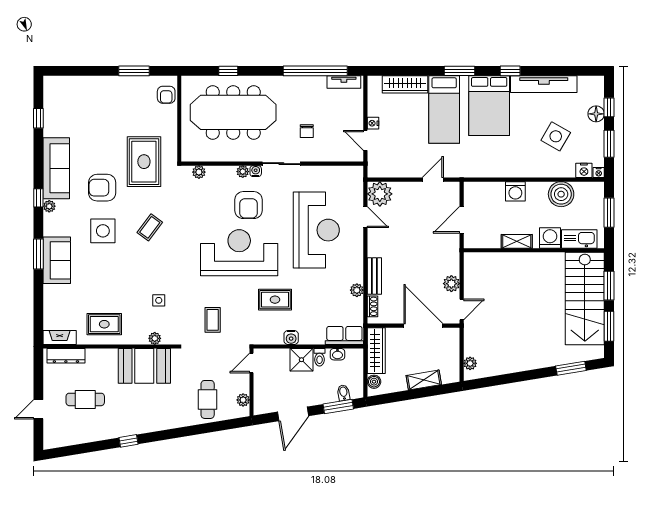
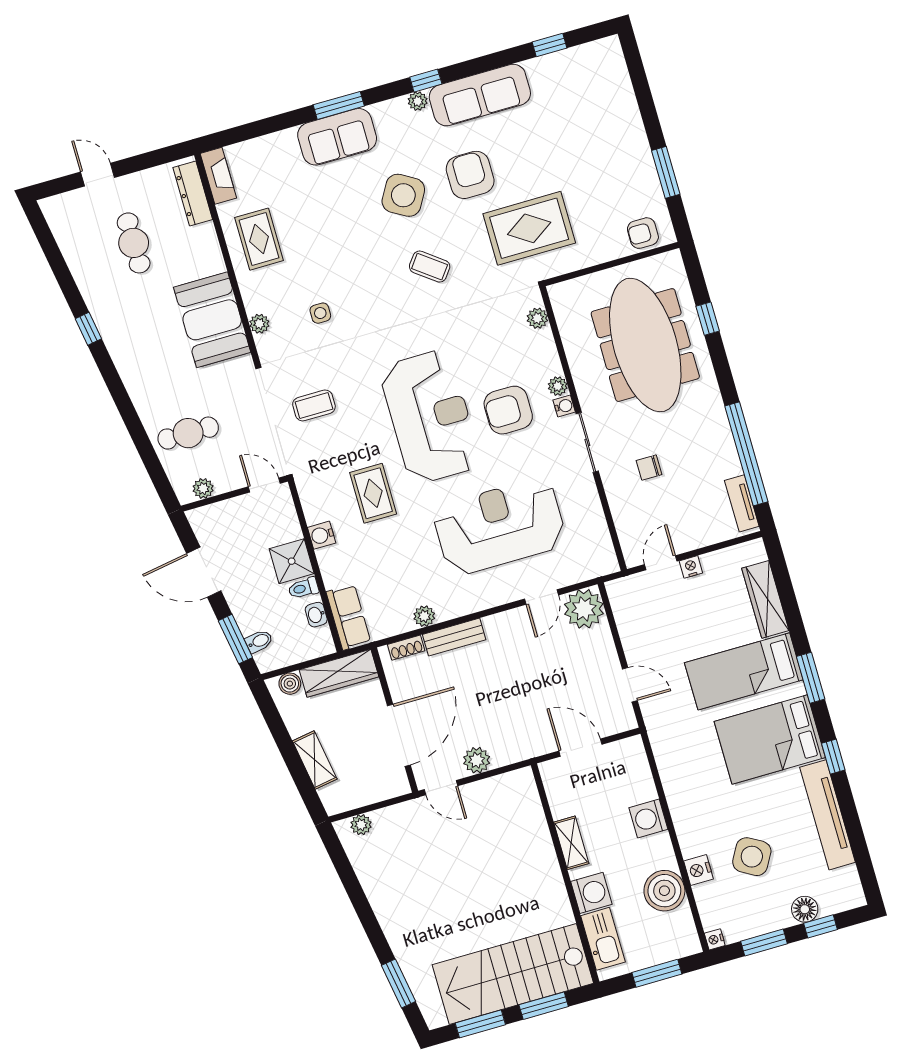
nightstand: (584, 170) -> (698, 870), moved
reception desk: (316, 230) -> (500, 526), turned 180
side table: (103, 231) -> (403, 195), turned 30

